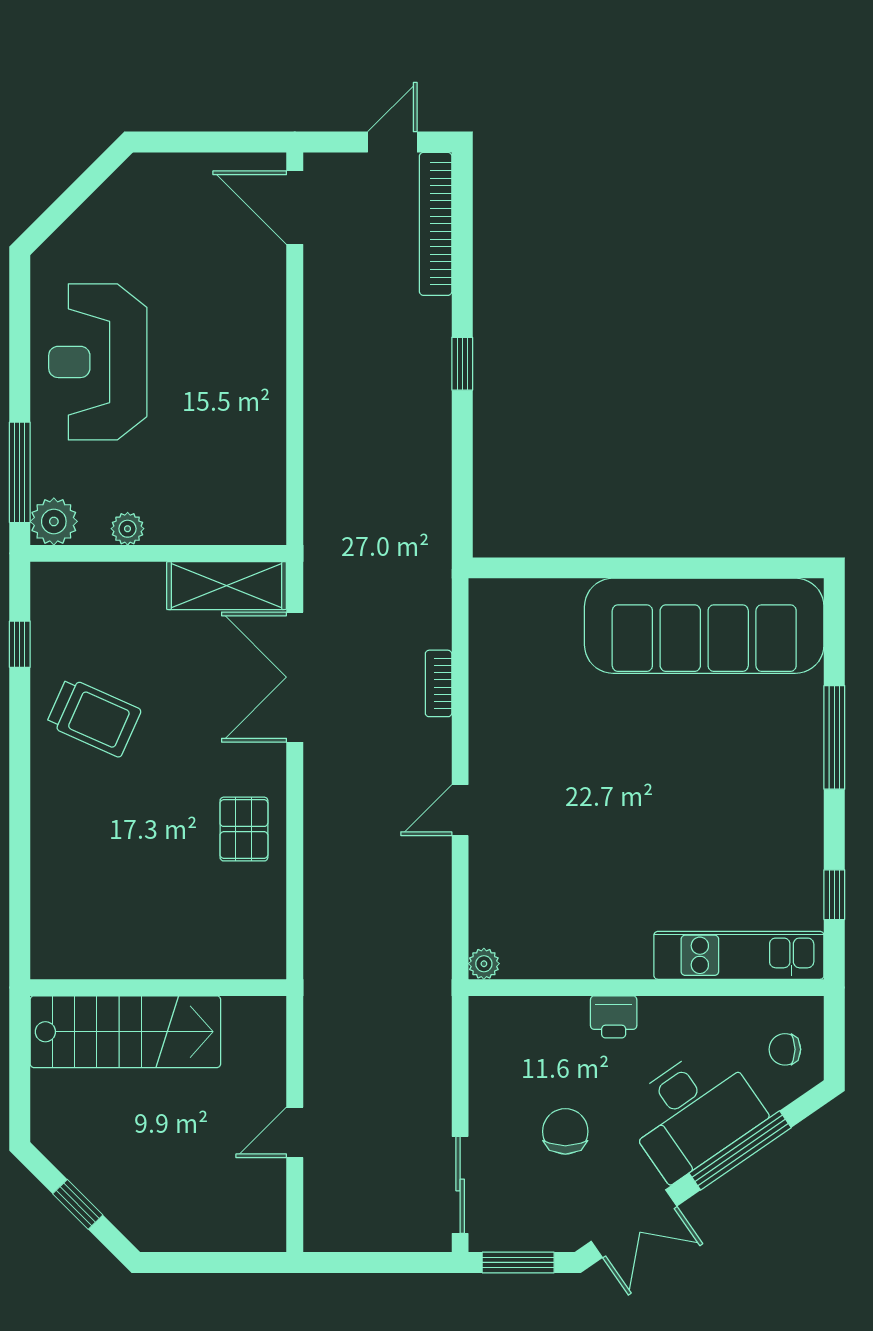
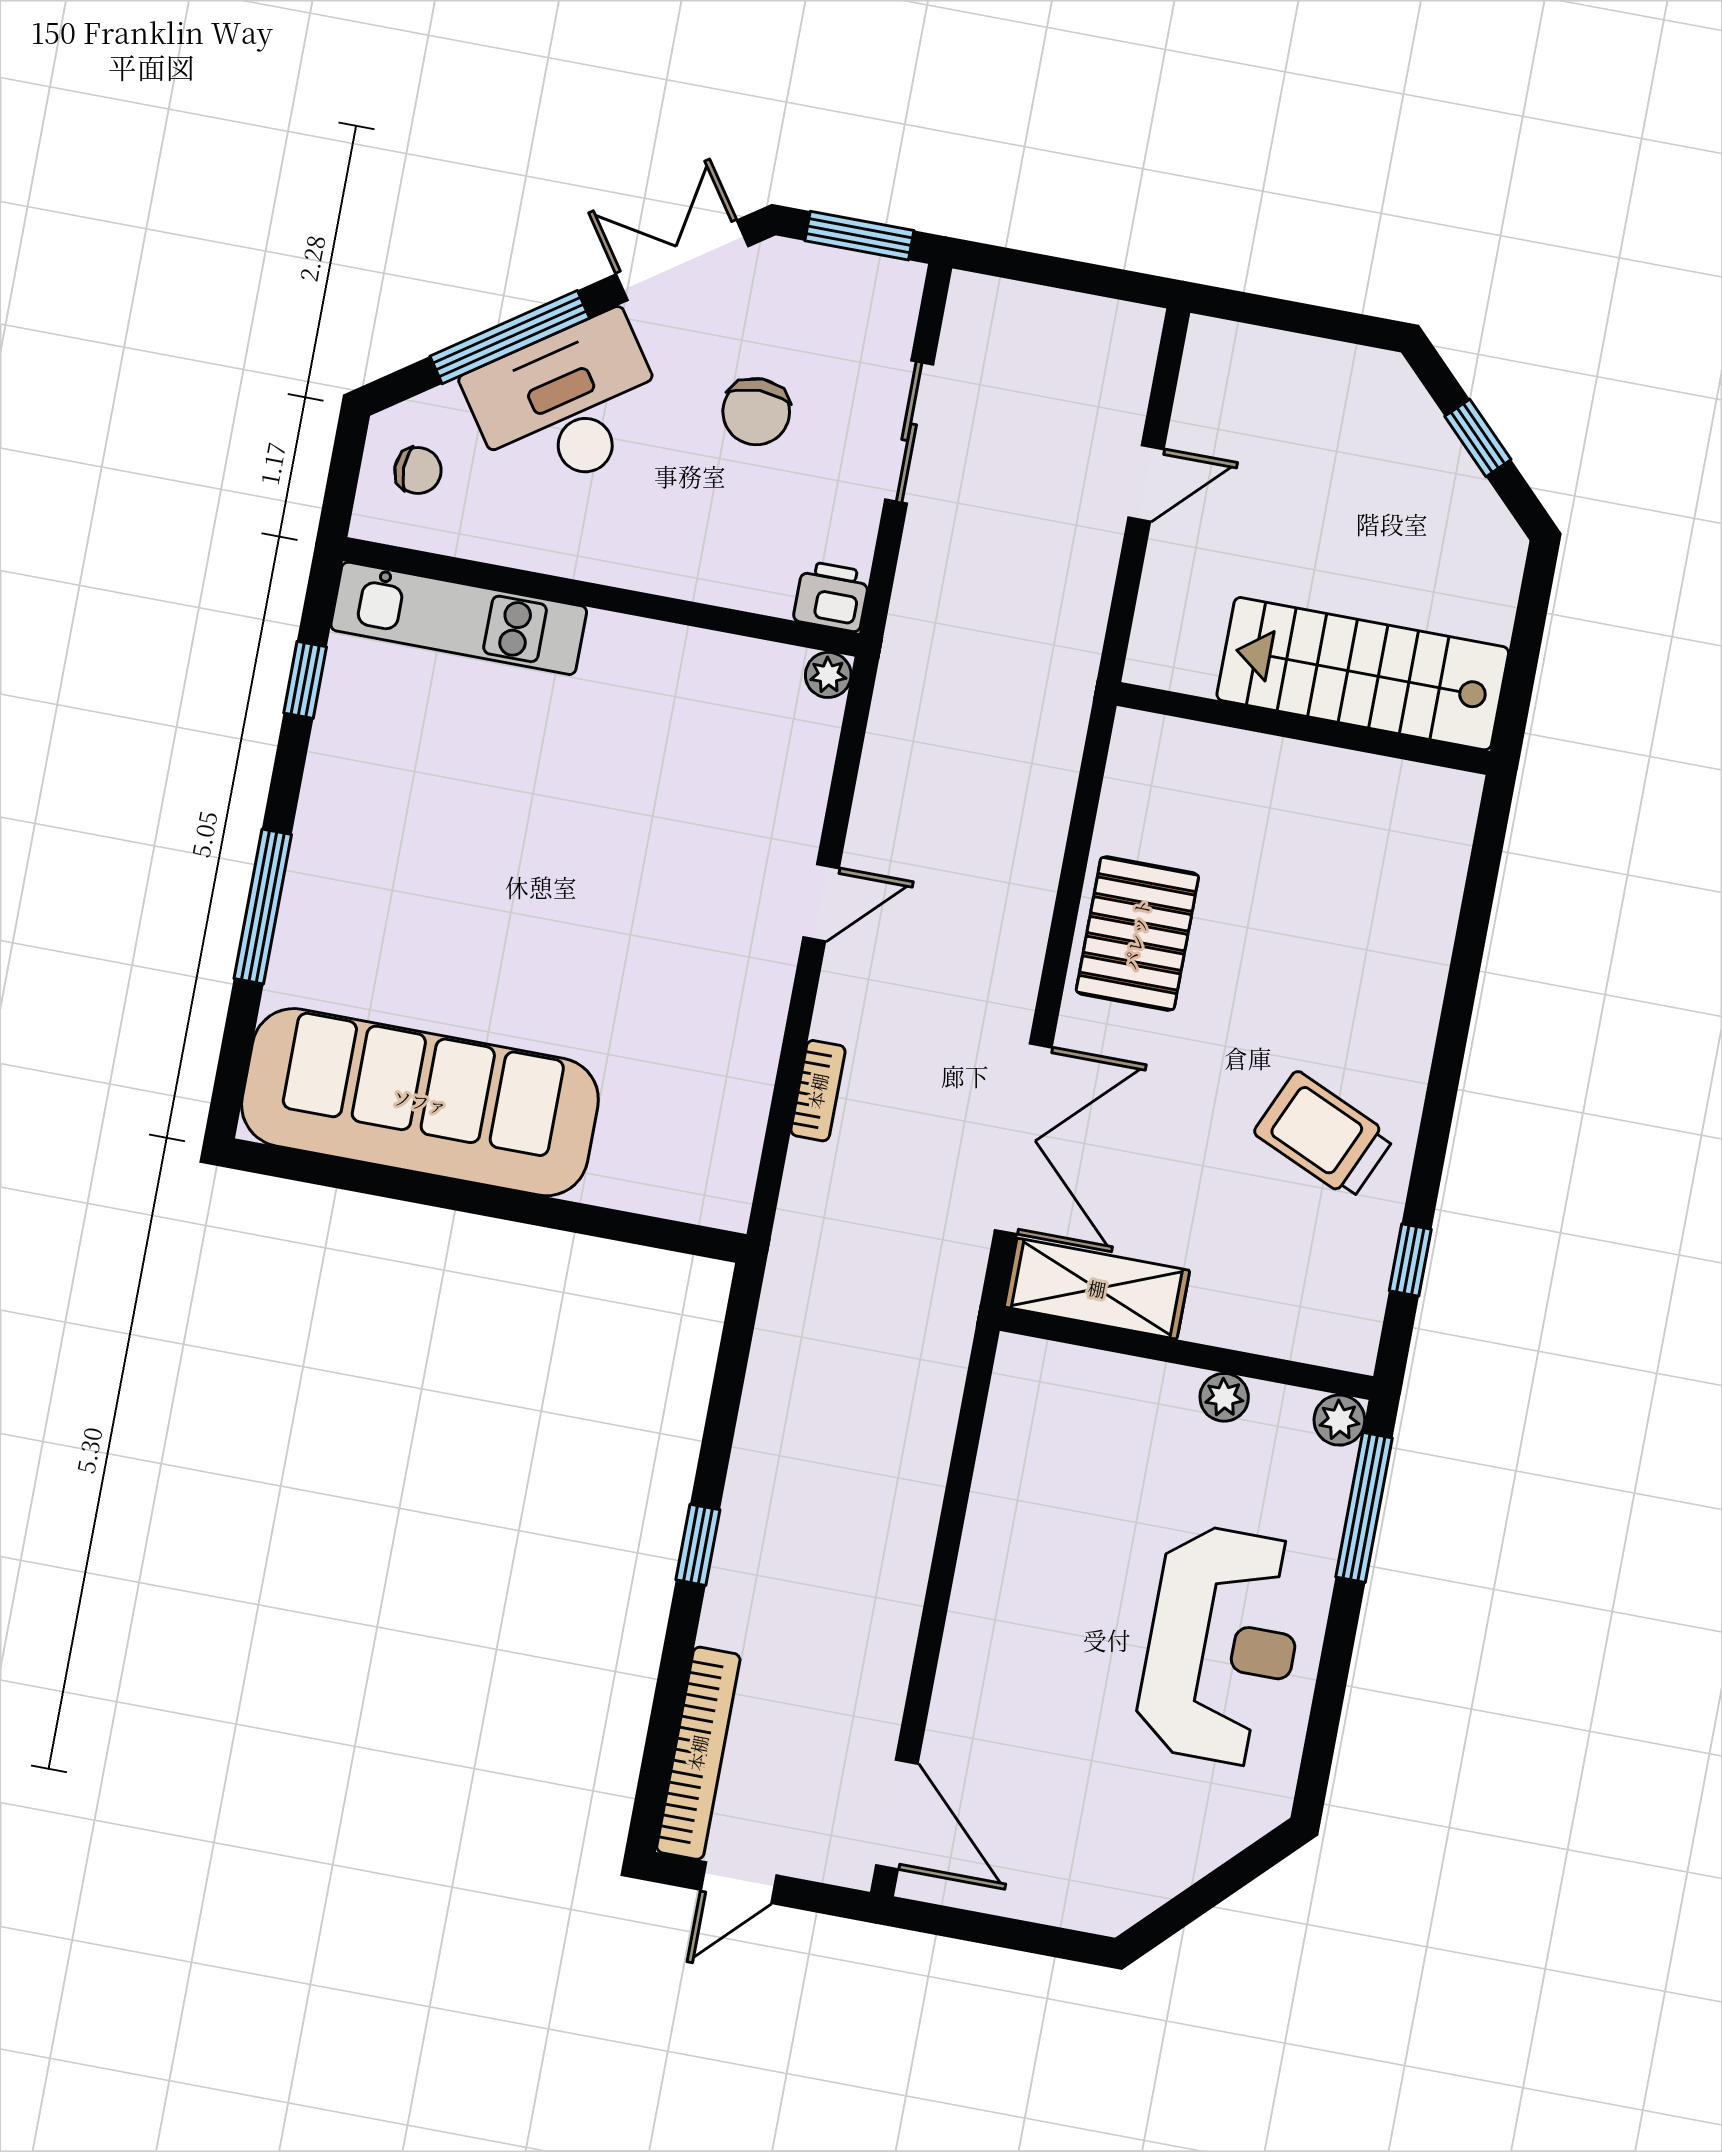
plant: (54, 521) -> (1339, 1420), width x0.73, depth x0.73
pallet: (244, 829) -> (1137, 934), width x1.50, depth x1.42
printer: (614, 1017) -> (832, 596), moved
sliding door: (460, 1185) -> (909, 432), moved

